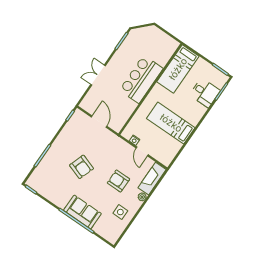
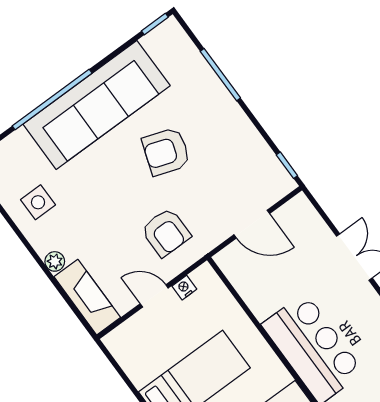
armchair: (118, 181) -> (166, 232), moved, turned 90
sofa: (82, 212) -> (97, 105), width x1.85, depth x1.27

